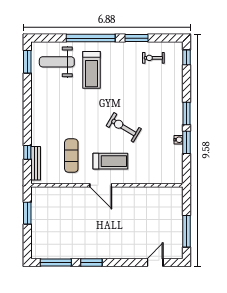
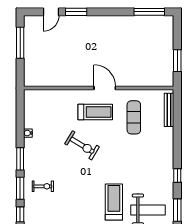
exercise bike: (153, 58) -> (43, 186), moved
window: (186, 142) -> (20, 188), moved
window: (27, 152) -> (177, 175), moved
treadmill: (110, 161) -> (95, 112), turned 180
window: (91, 262) -> (76, 12), moved

